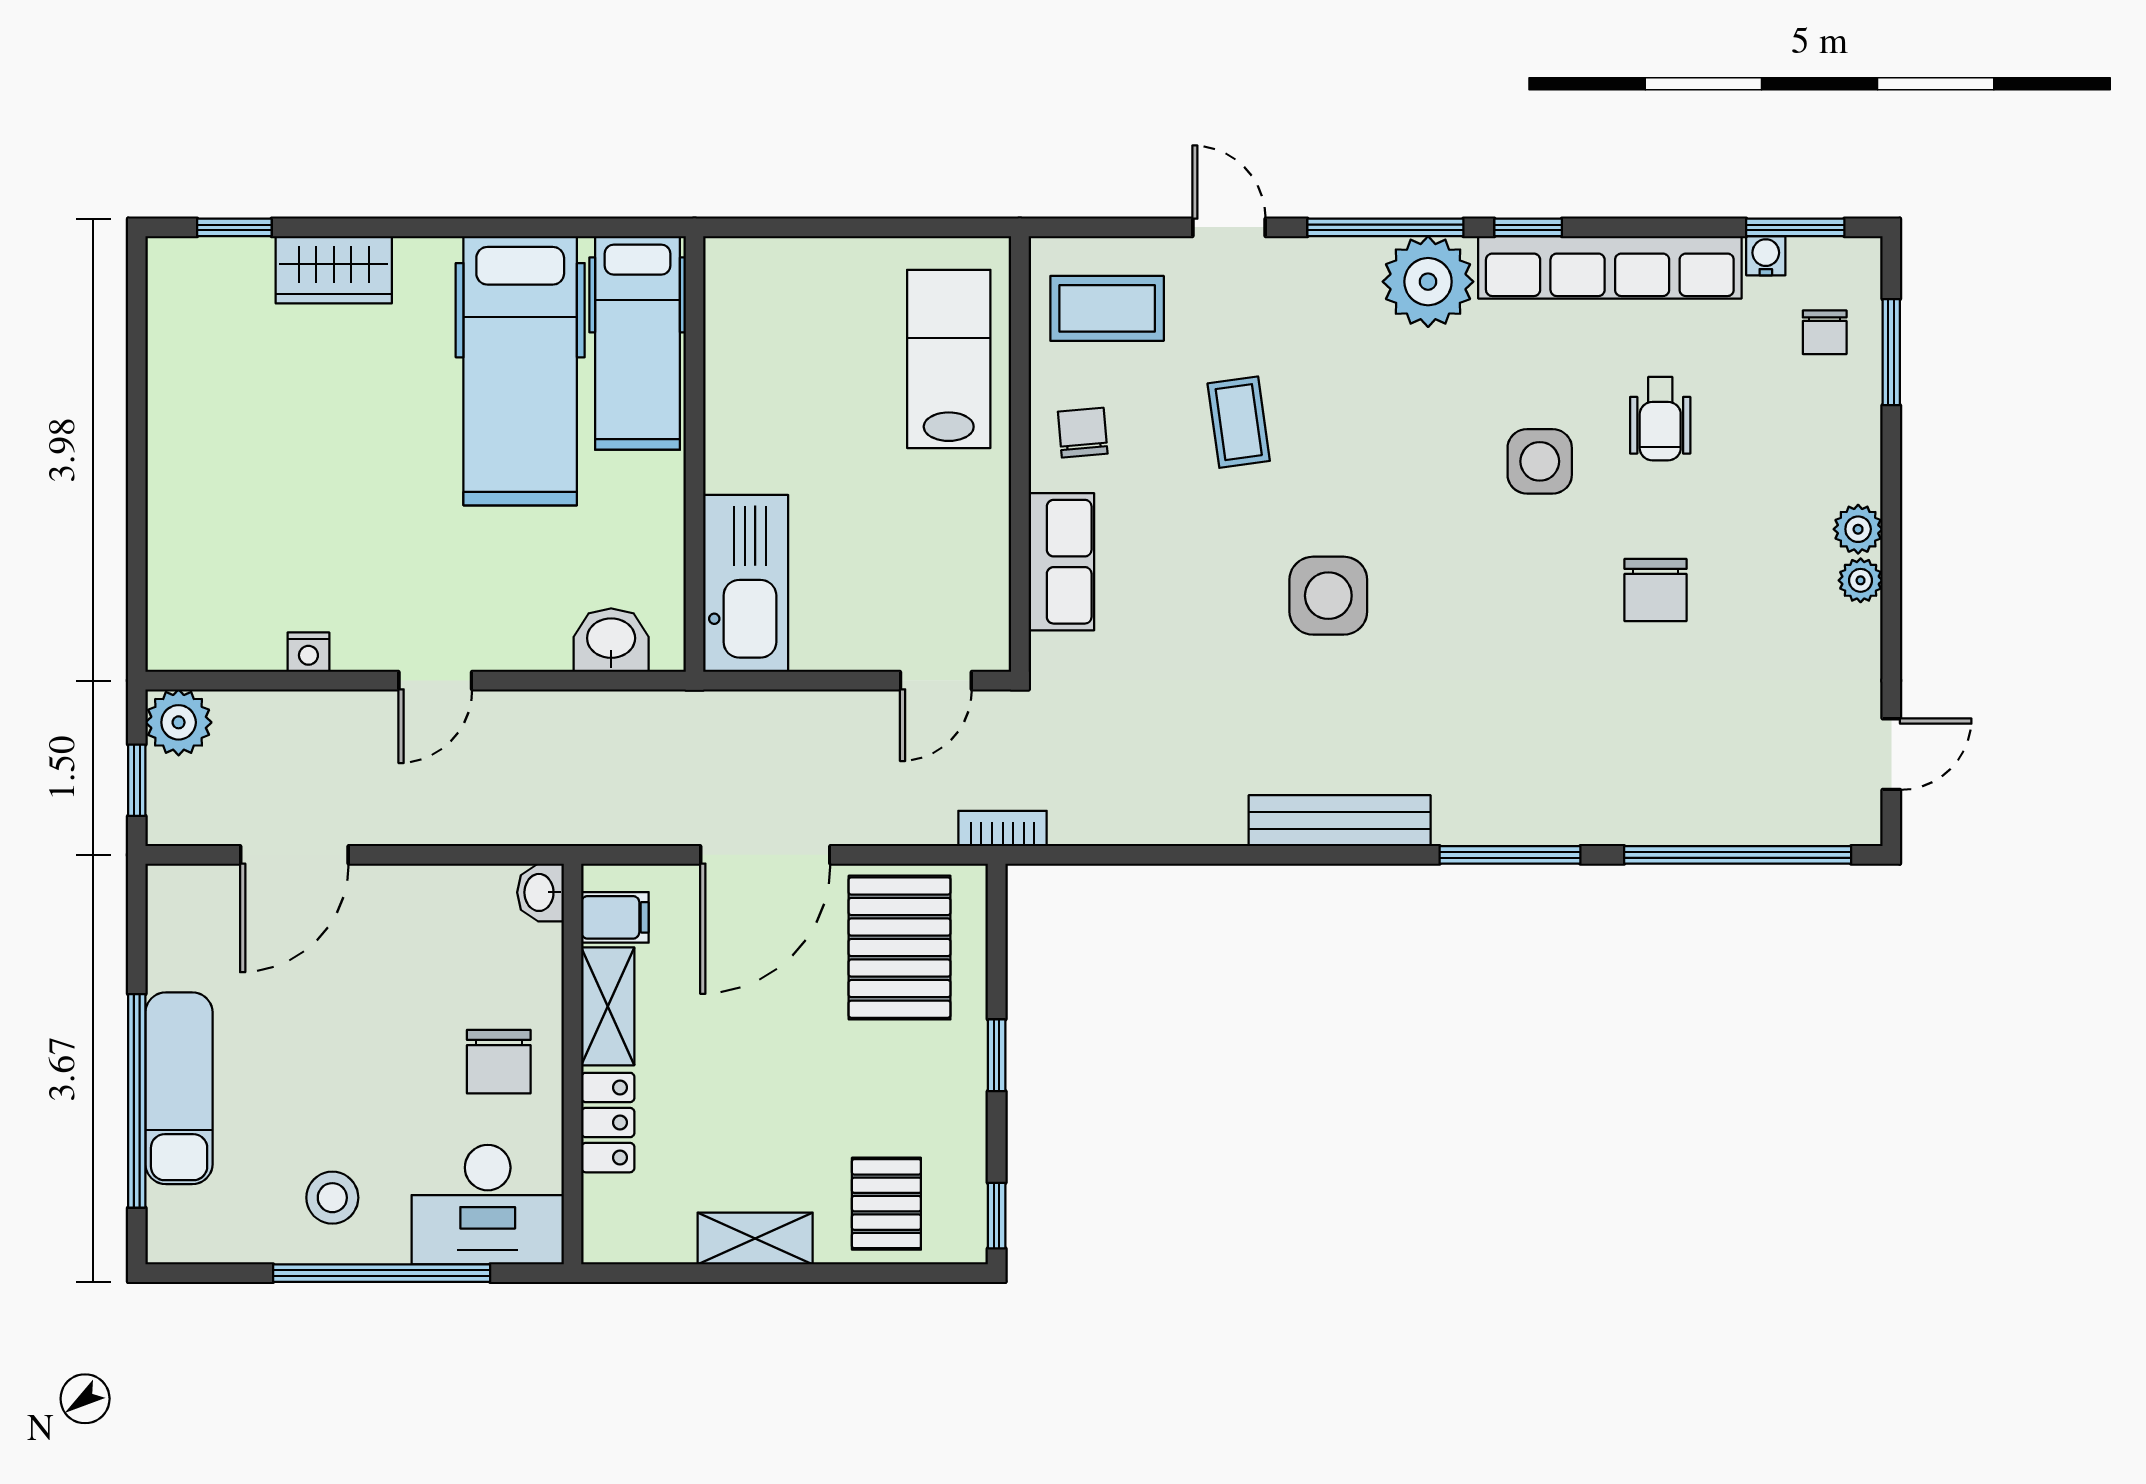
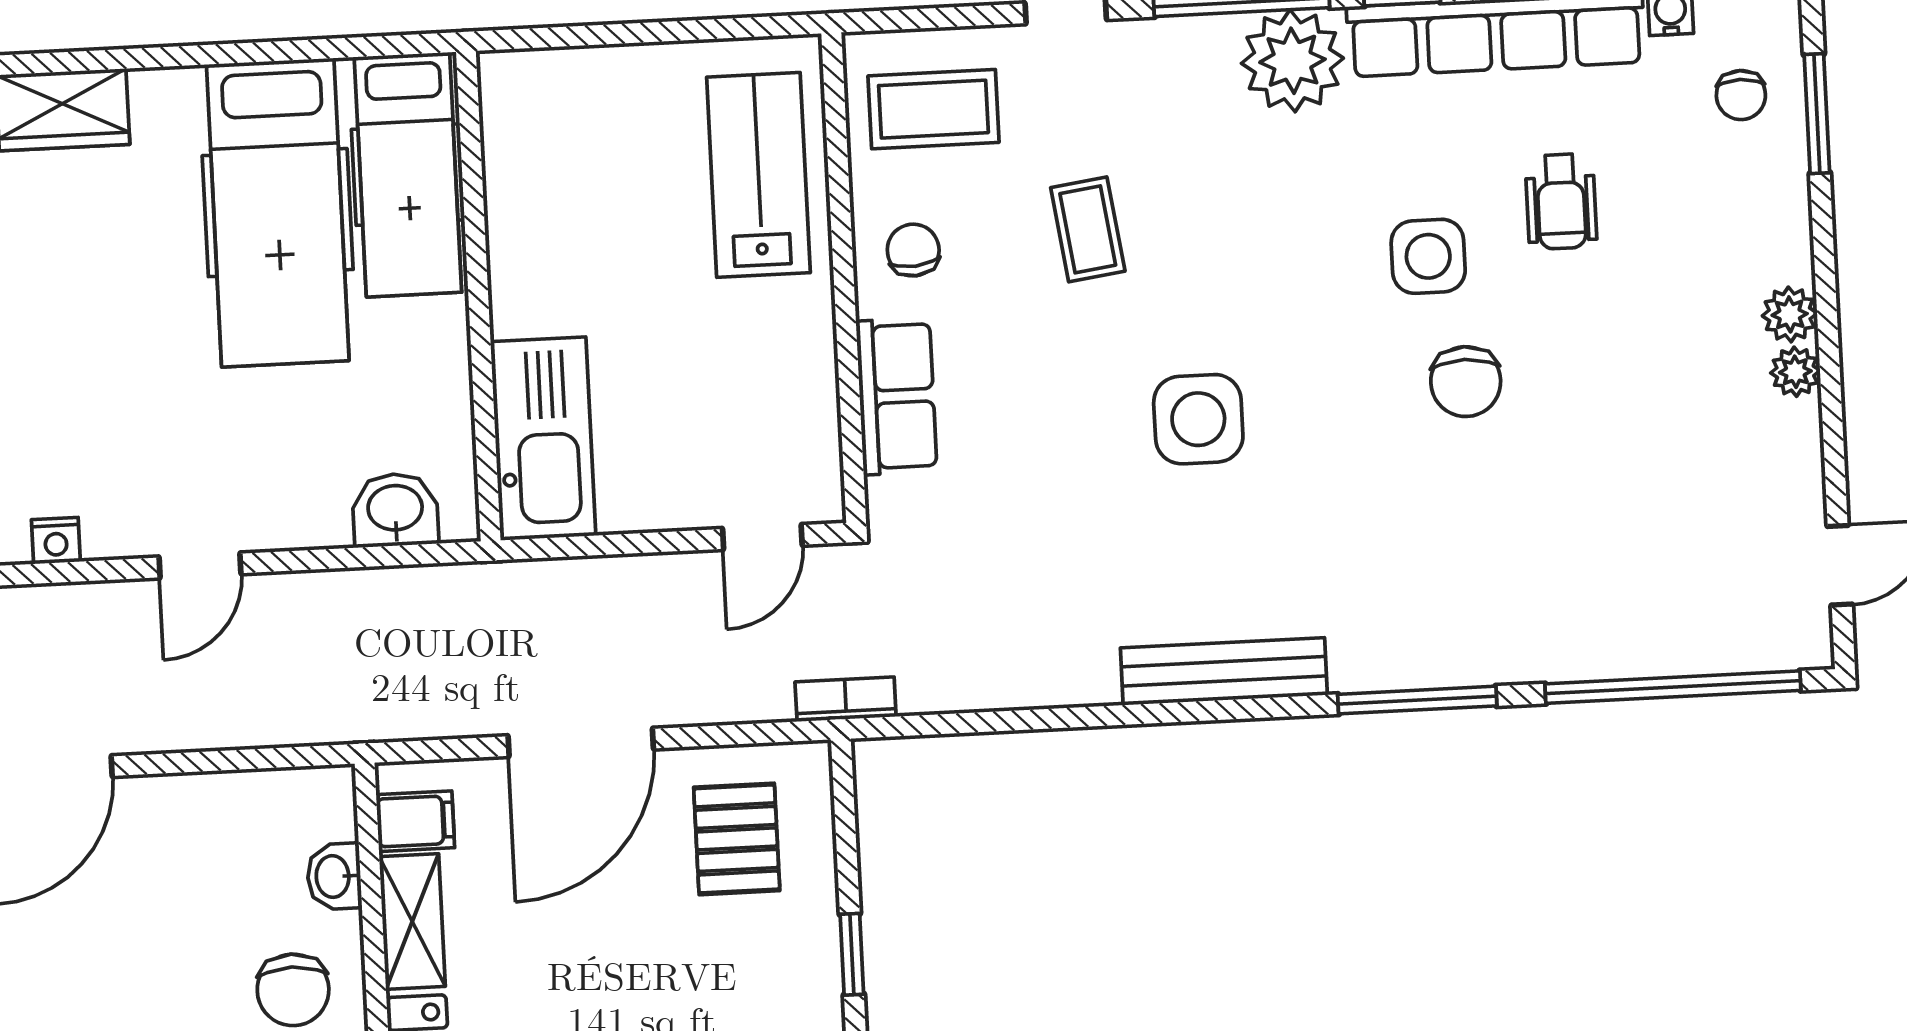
chair: (1655, 590) -> (1466, 382), moved
washbasin: (540, 892) -> (334, 876), moved
pallet: (900, 948) -> (737, 839), width x0.67, depth x0.71

